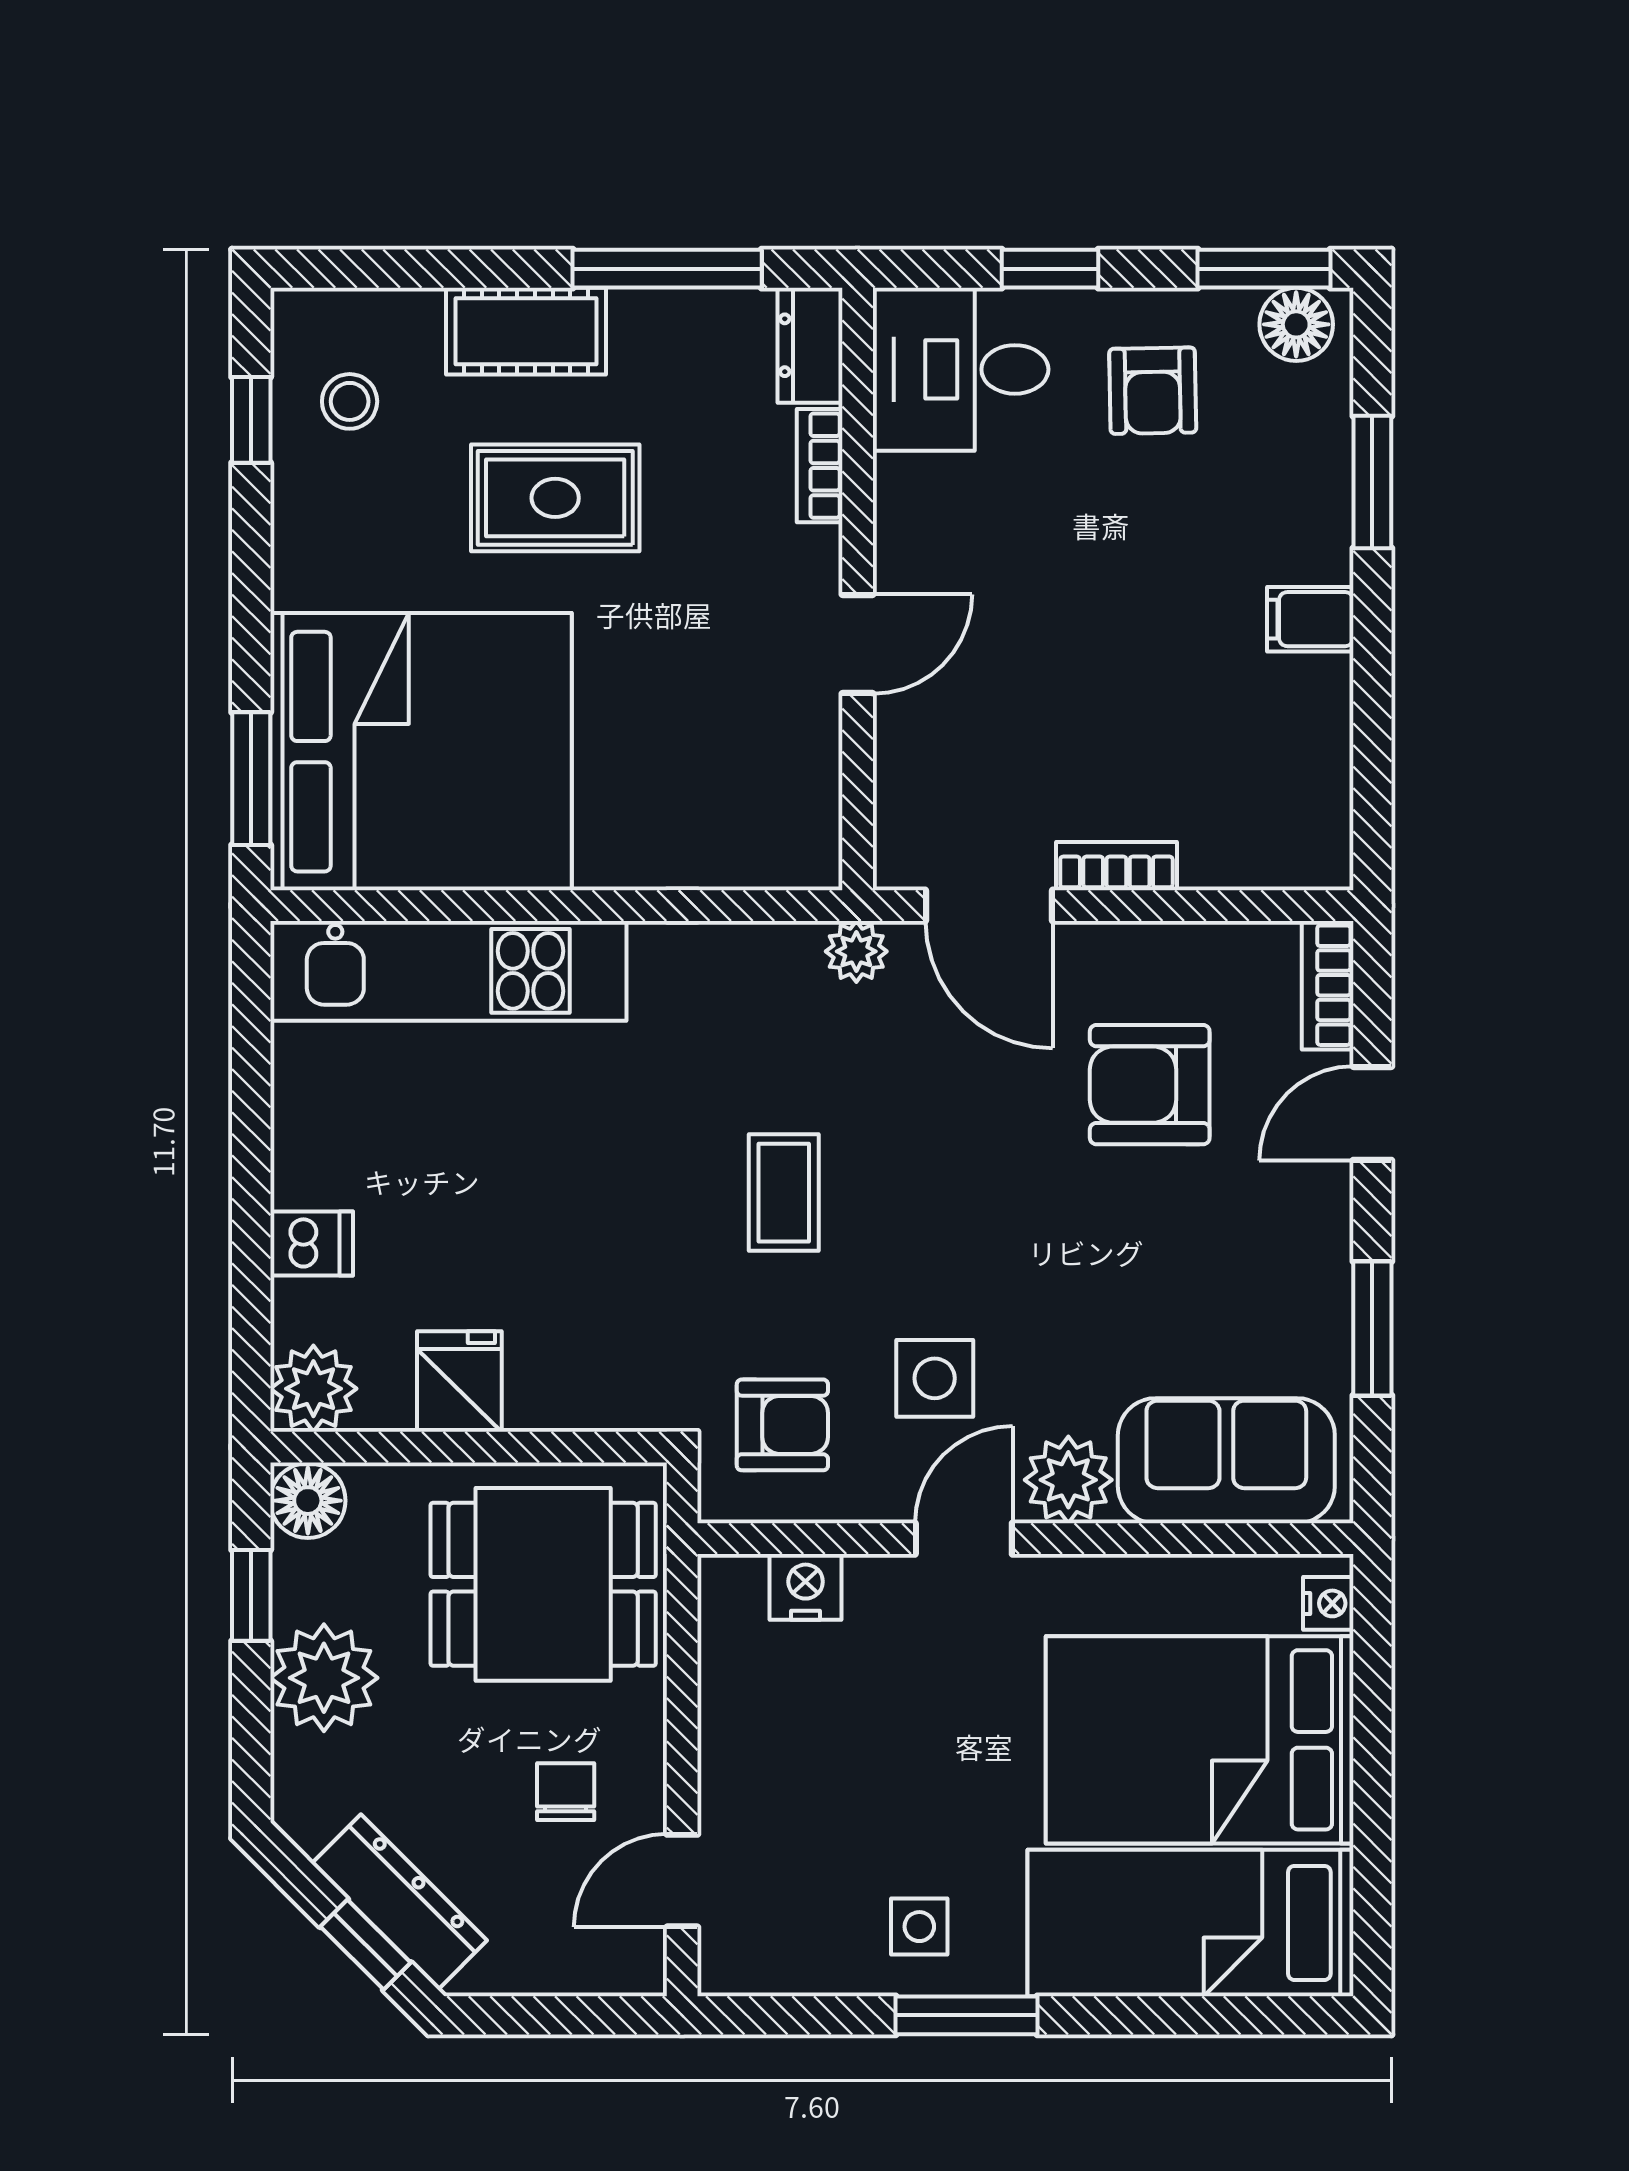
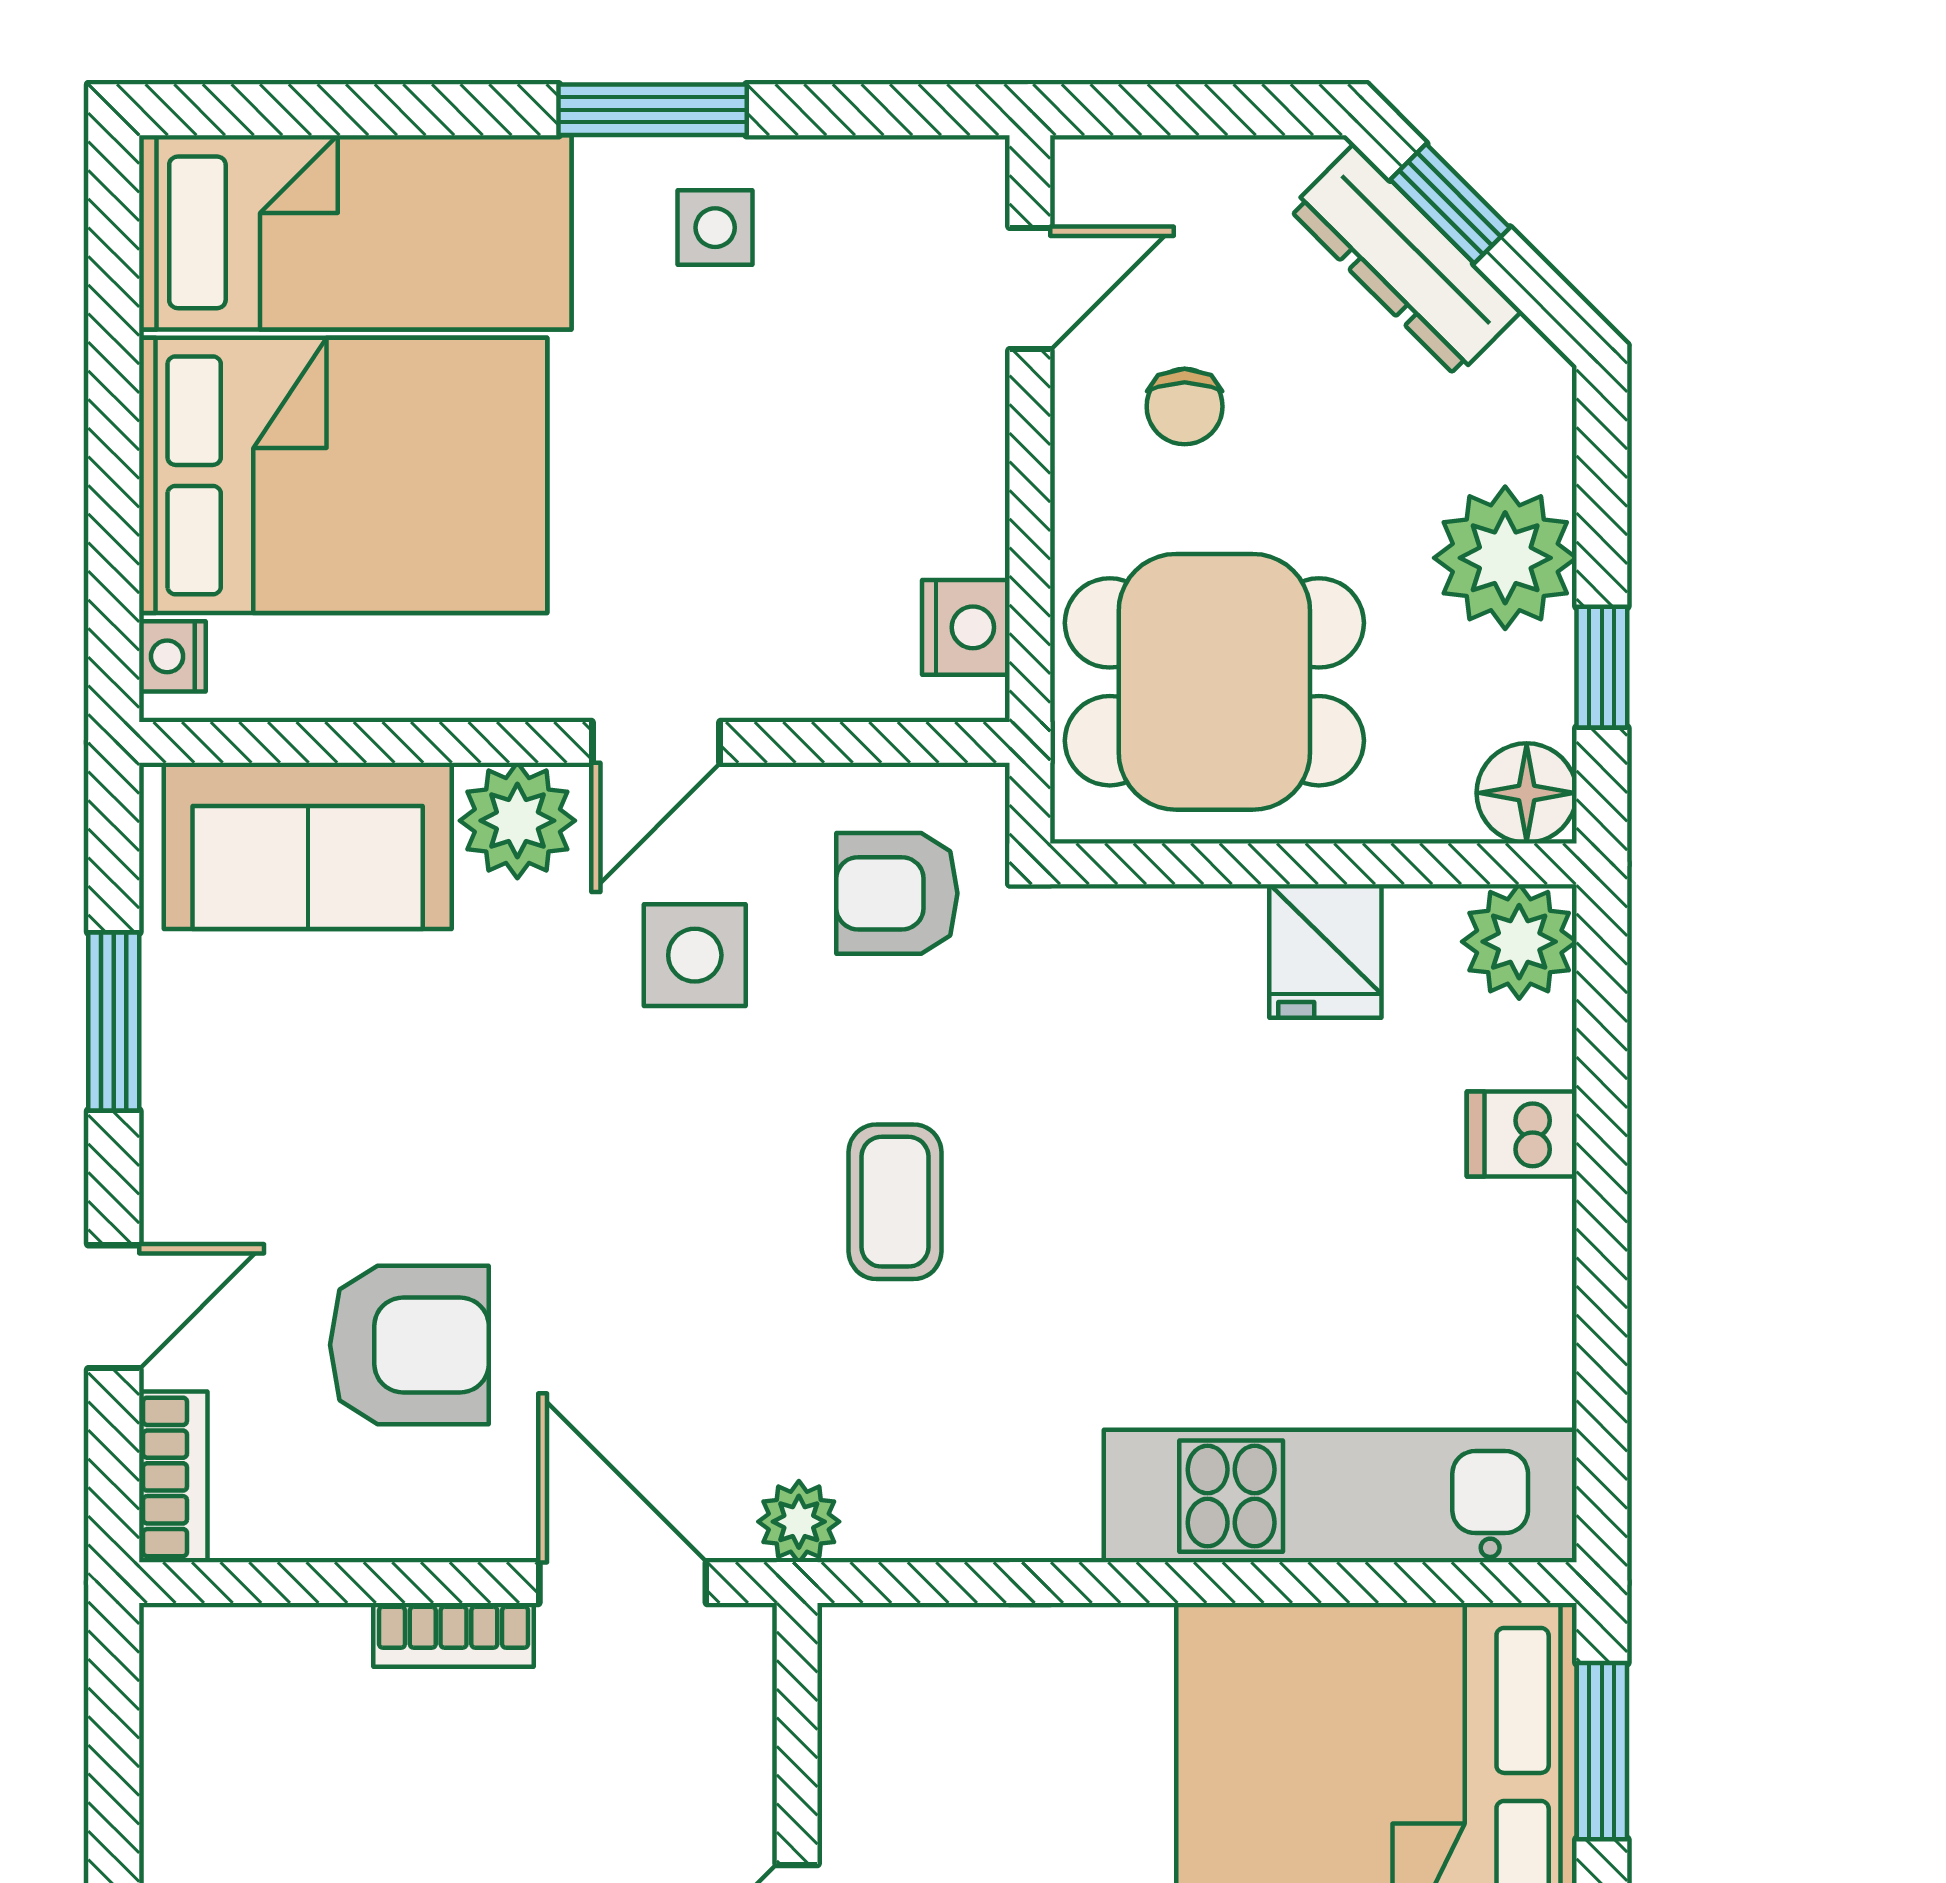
nightstand: (806, 1587) -> (966, 627), moved, turned -90

